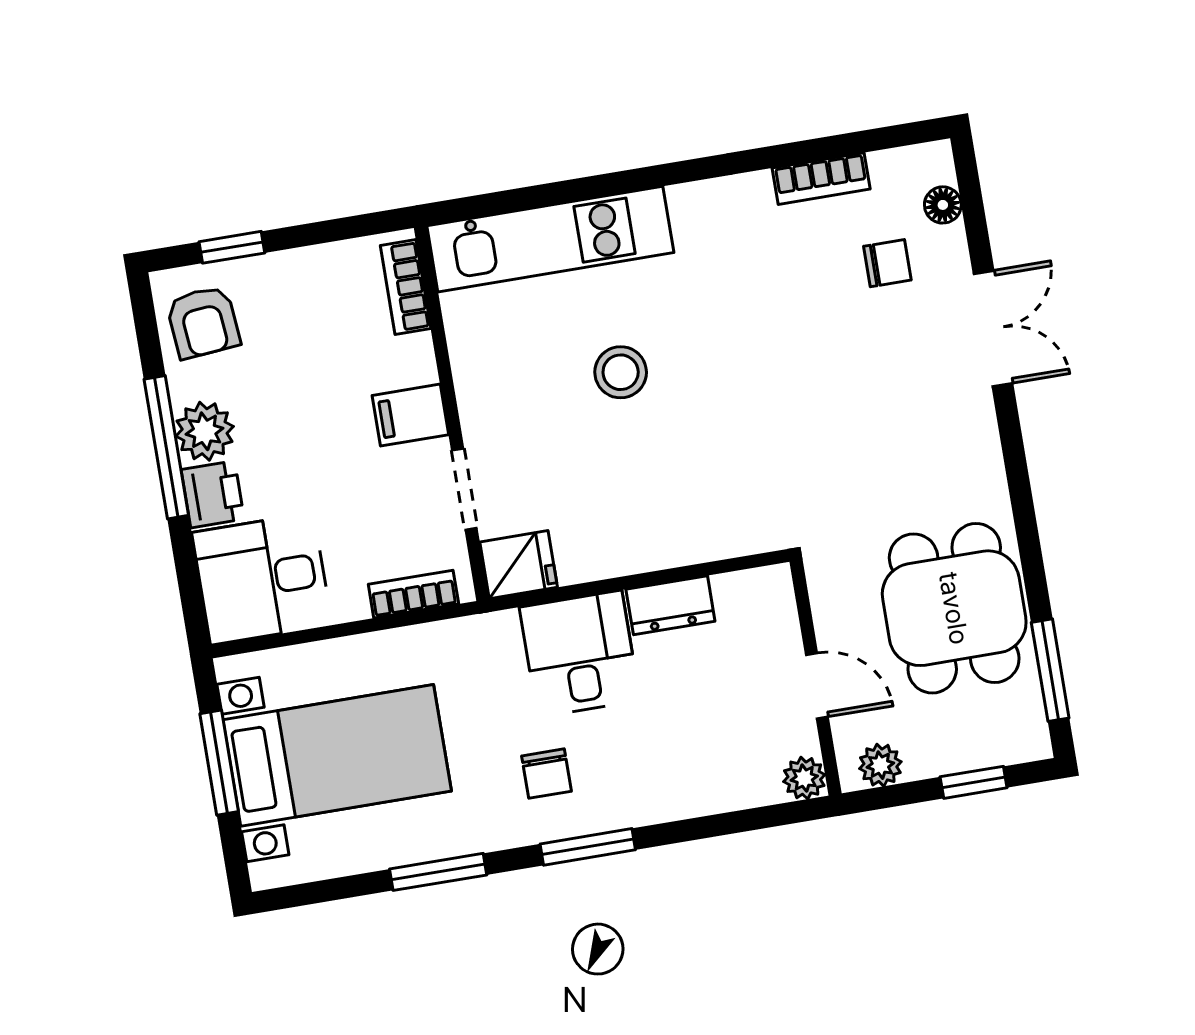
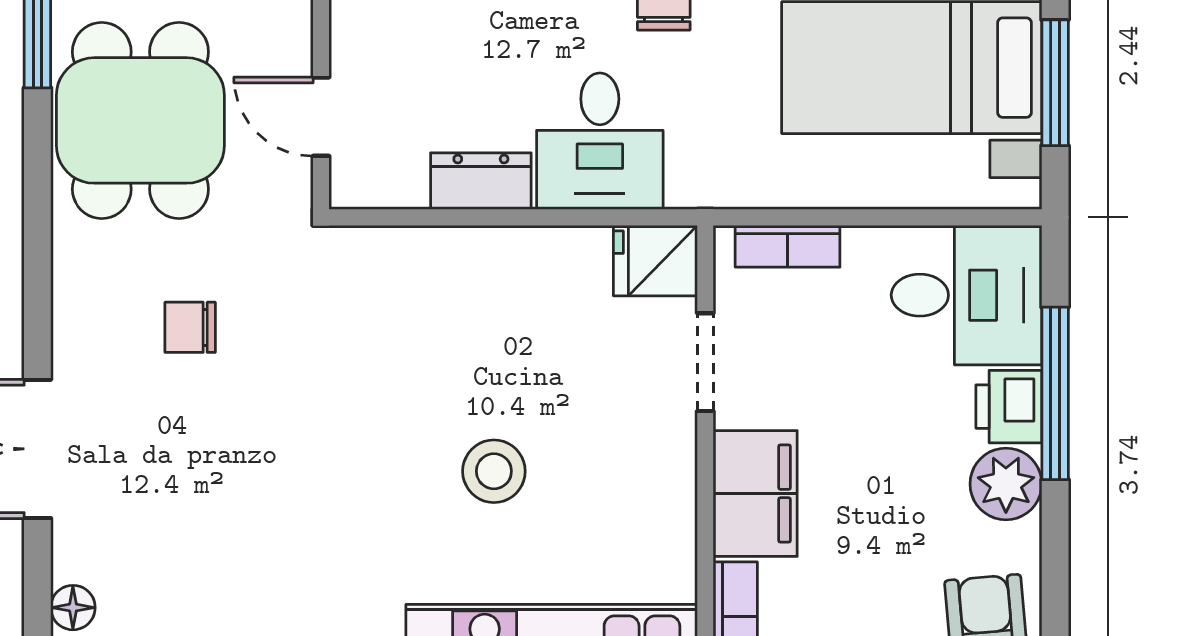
chair: (887, 263) -> (190, 327), moved
filing cabinet: (410, 415) -> (755, 494), width x2.00
window: (166, 447) -> (1055, 393), moved
door: (817, 686) -> (321, 117), moved

